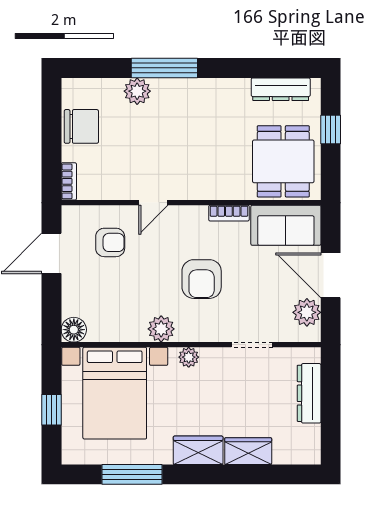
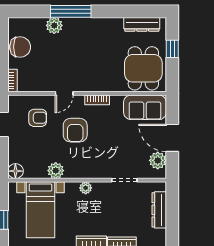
bookcase: (229, 213) -> (97, 100), moved
armchair: (202, 279) -> (75, 130), moved
plant: (161, 329) -> (56, 171), moved
bed with nightstands: (115, 393) -> (40, 210), width x0.73

